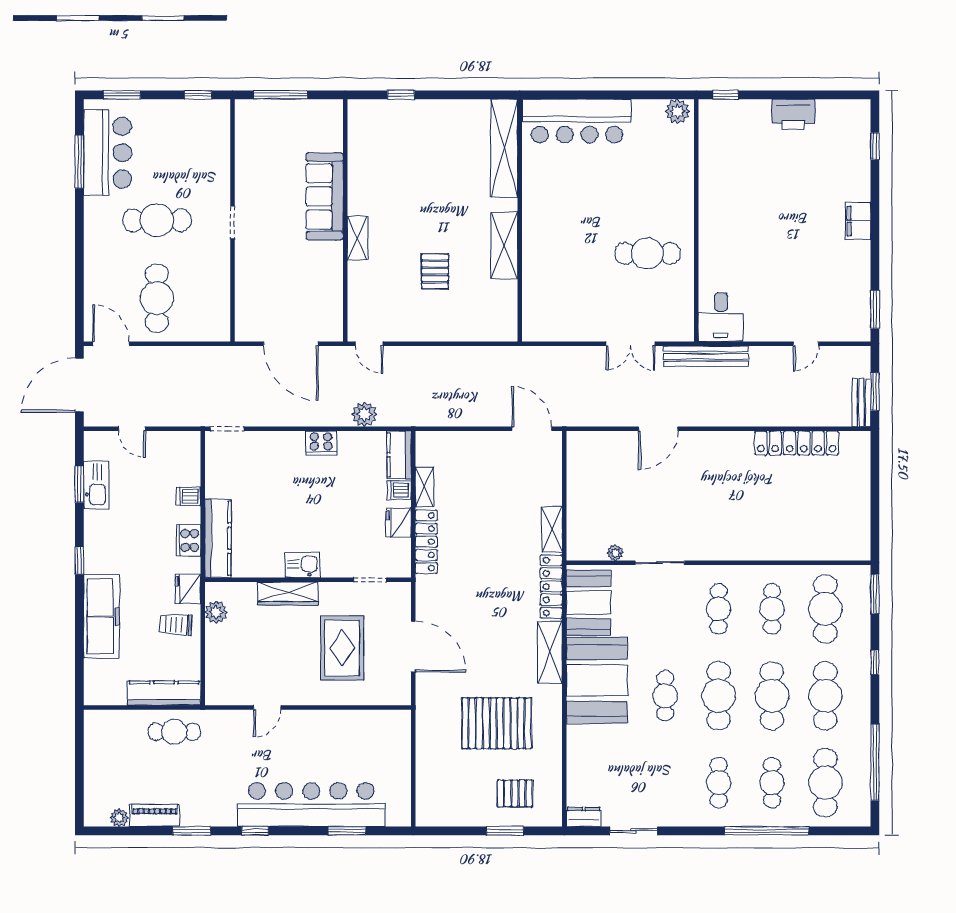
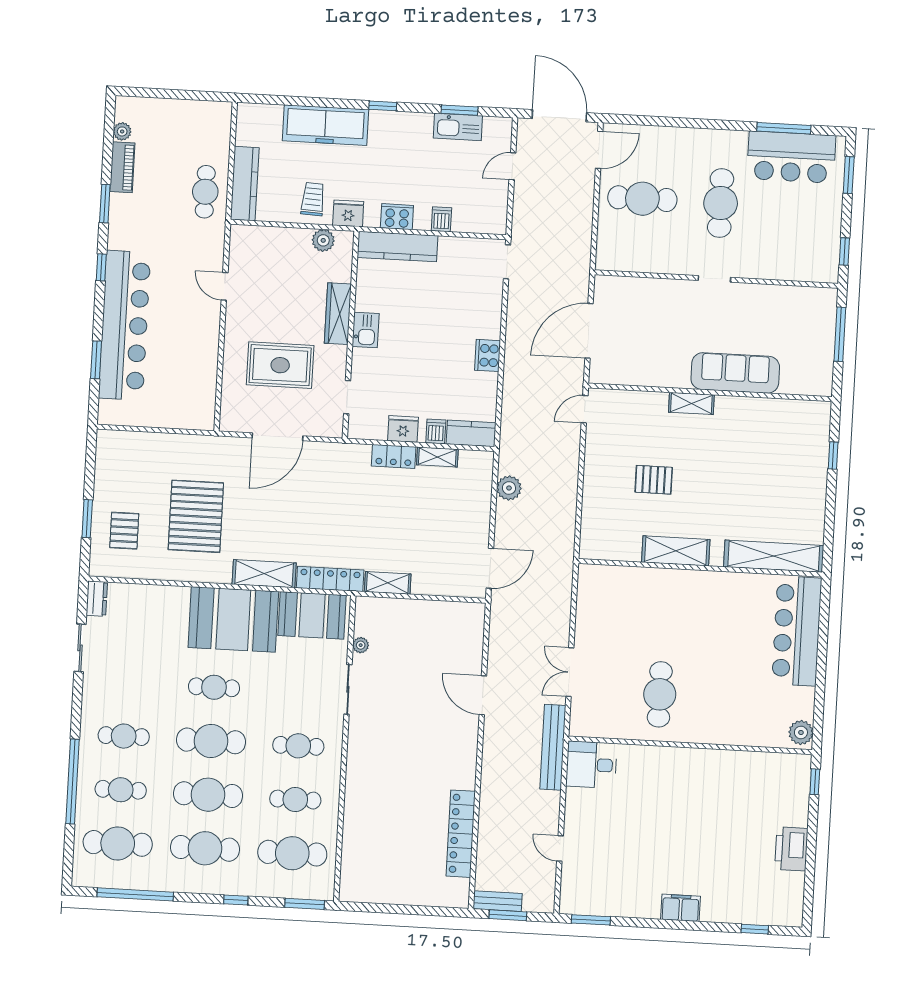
plant: (364, 414) -> (509, 488), moved
locker: (426, 542) -> (394, 456), width x0.66

